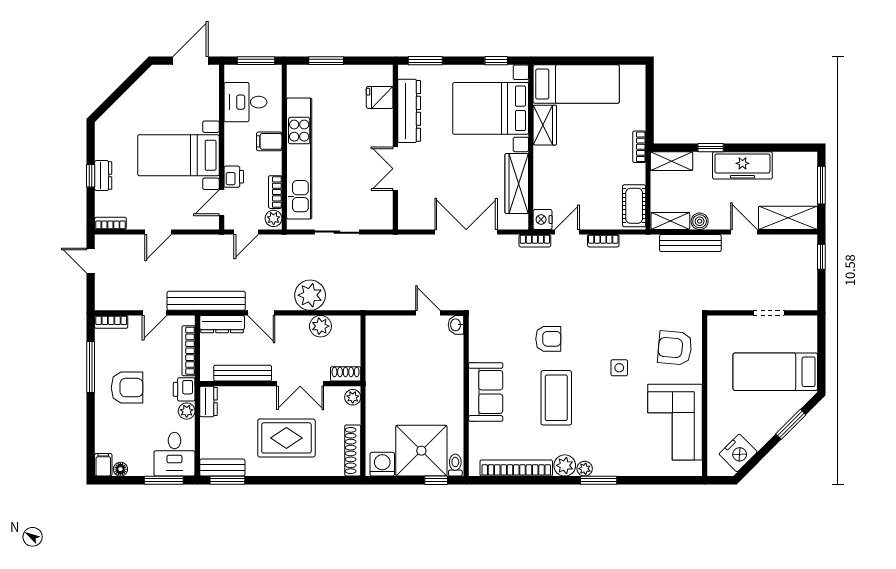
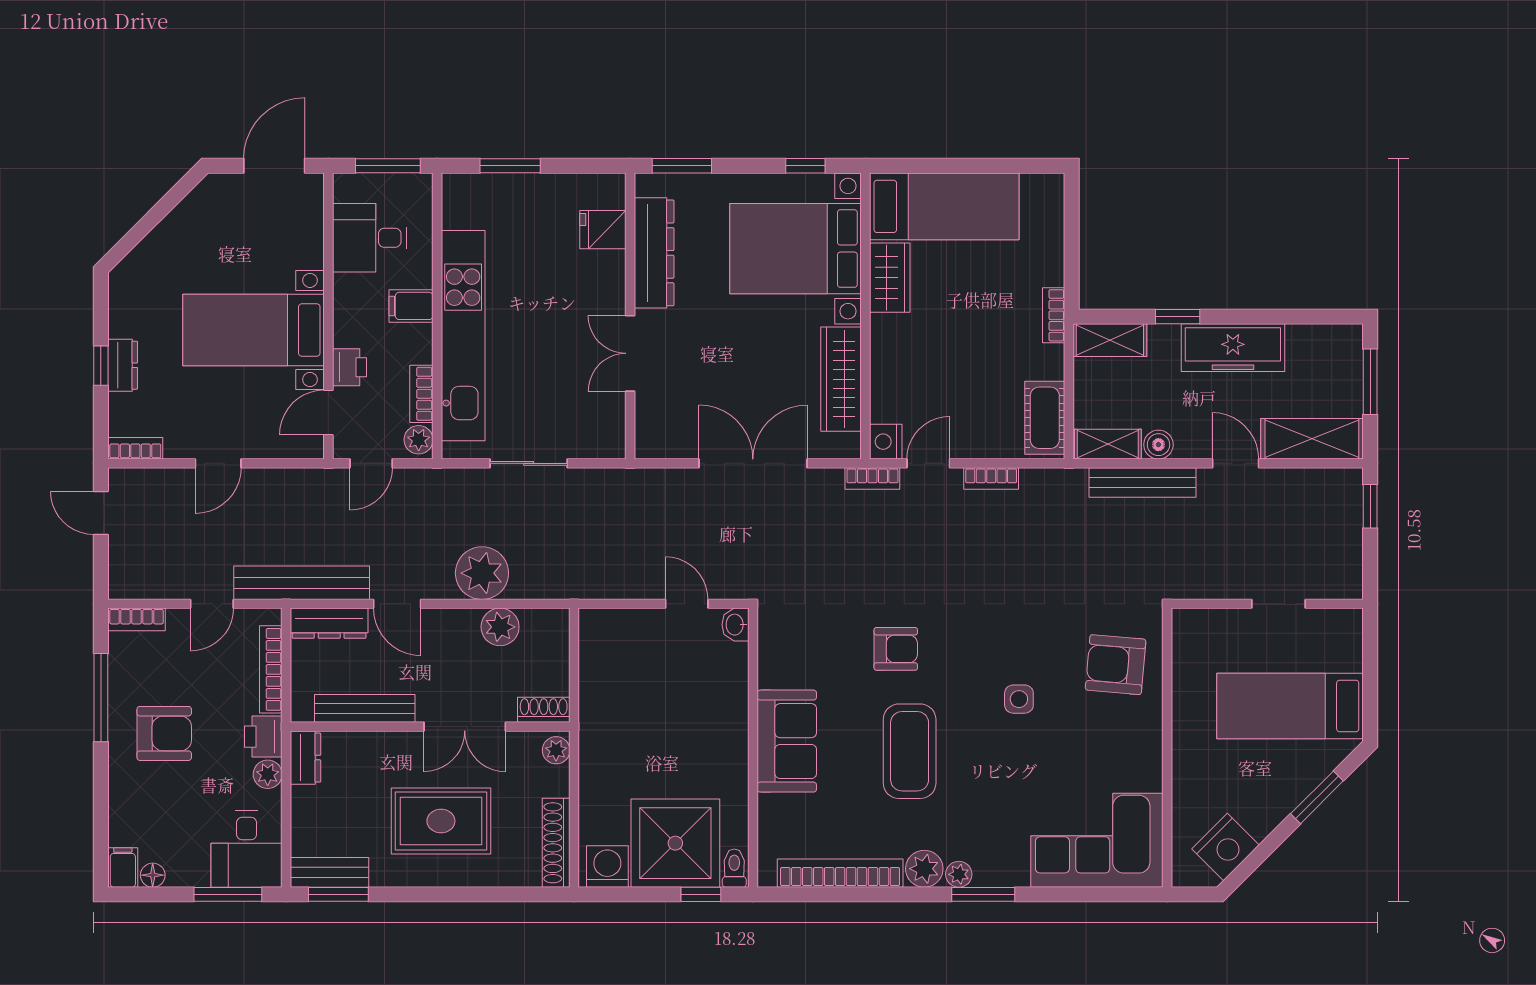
corner sofa: (675, 422) -> (1097, 840), moved, turned 90

